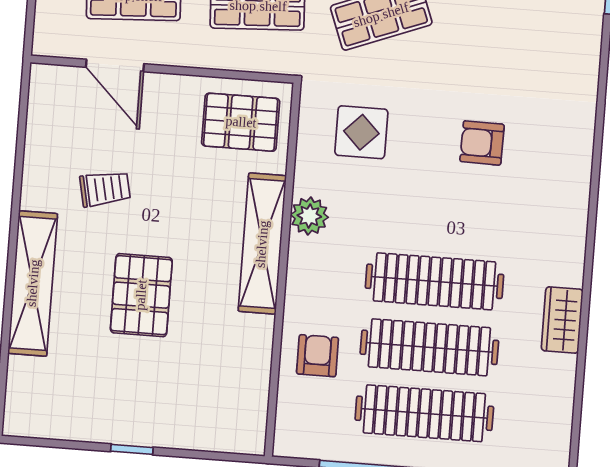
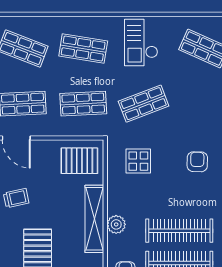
armchair: (482, 143) -> (197, 162), turned 90
plant: (309, 216) -> (116, 224), moved

